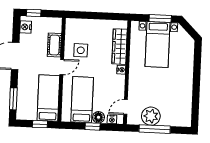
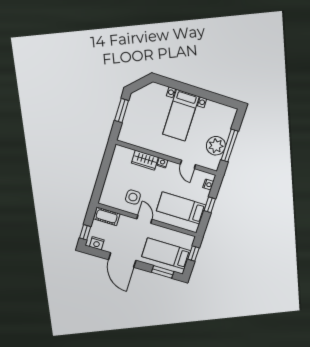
cot: (54, 45) -> (107, 216), moved
bed with nightstands: (158, 45) -> (181, 115), moved, turned 90
wardrobe: (120, 47) -> (145, 160), width x0.67
bed: (48, 98) -> (166, 254), moved
door: (126, 107) -> (188, 164), moved
floor lamp: (98, 117) -> (203, 197), removed

